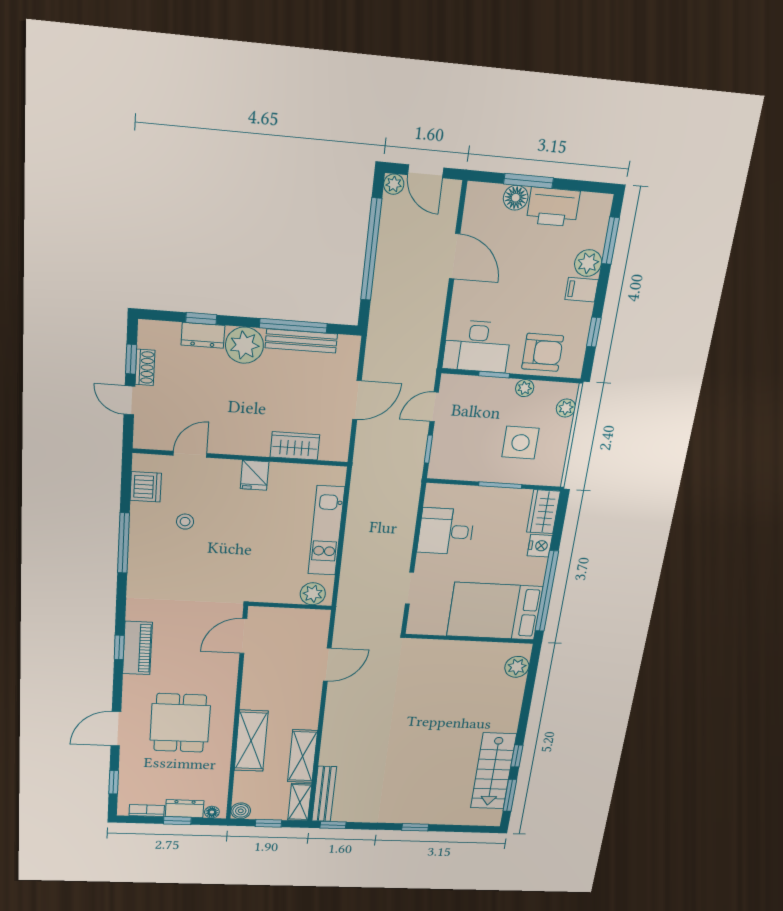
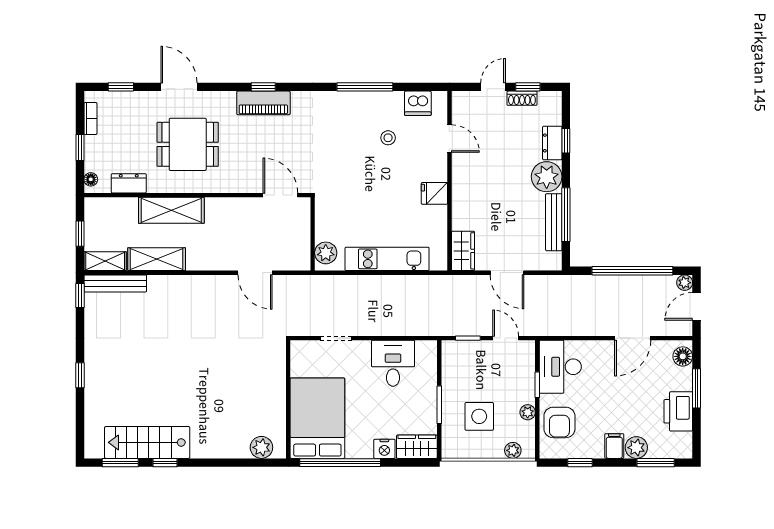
floor lamp: (516, 198) -> (683, 356), moved
wardrobe: (295, 446) -> (463, 251), moved
dresser: (185, 809) -> (129, 183), moved, turned -90
boiler: (241, 811) -> (93, 206), removed

